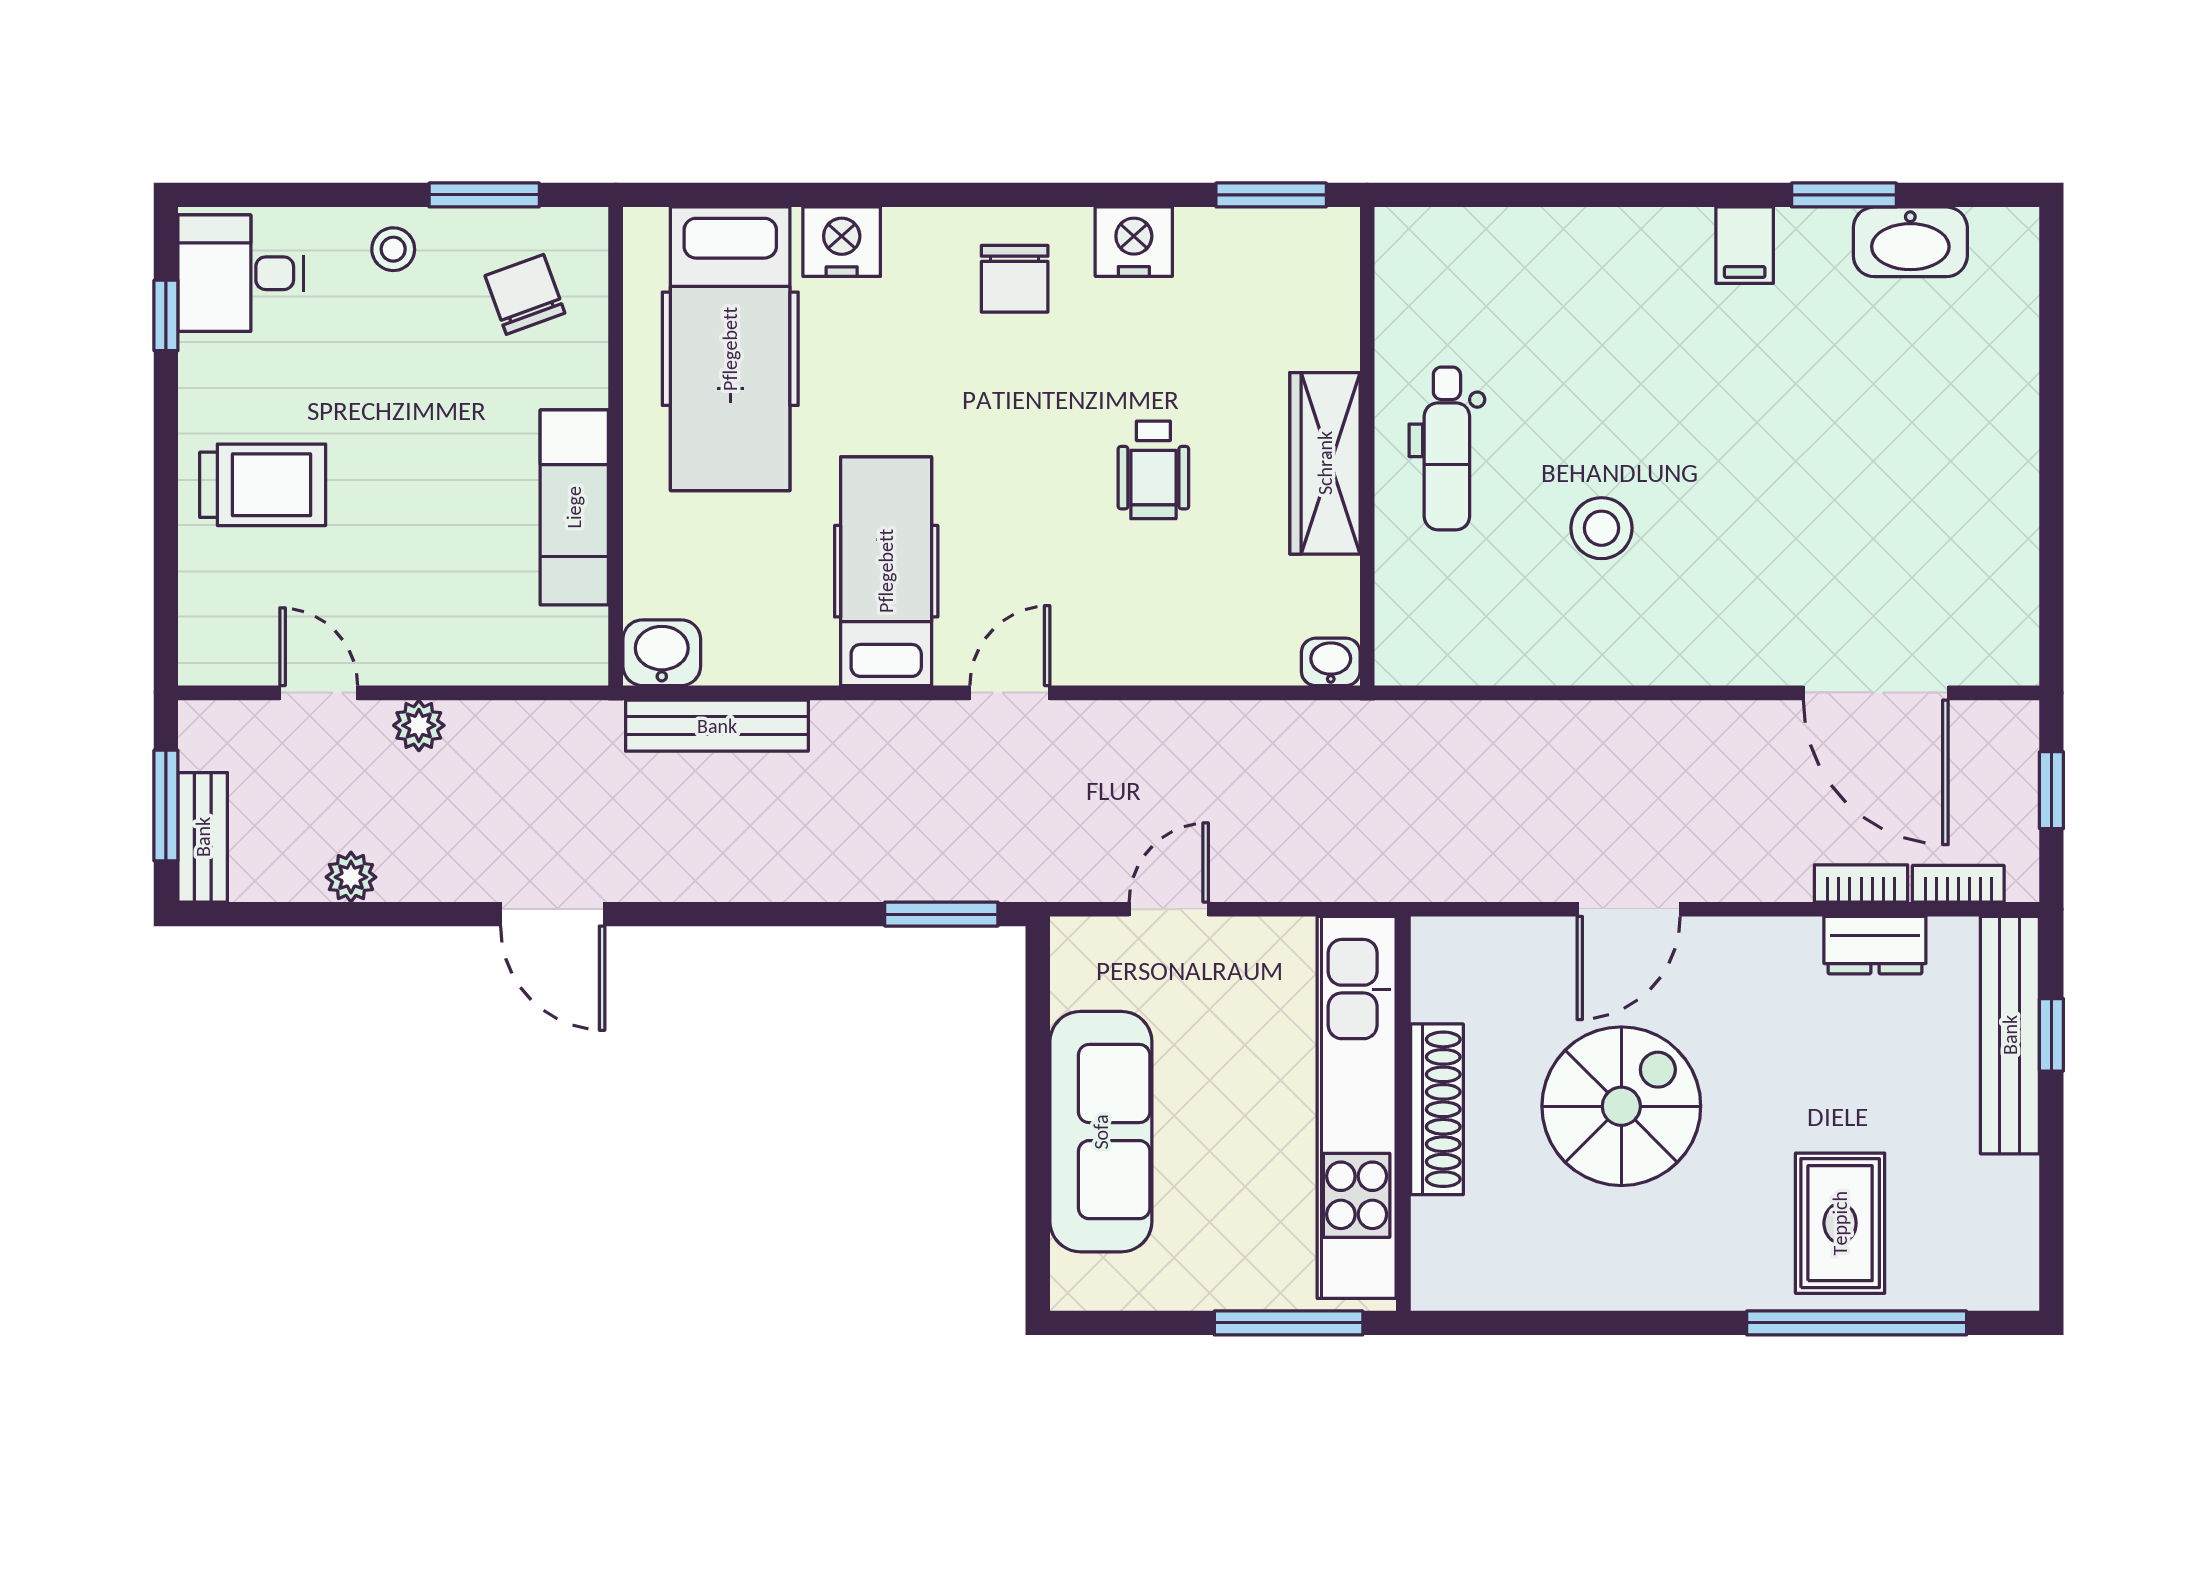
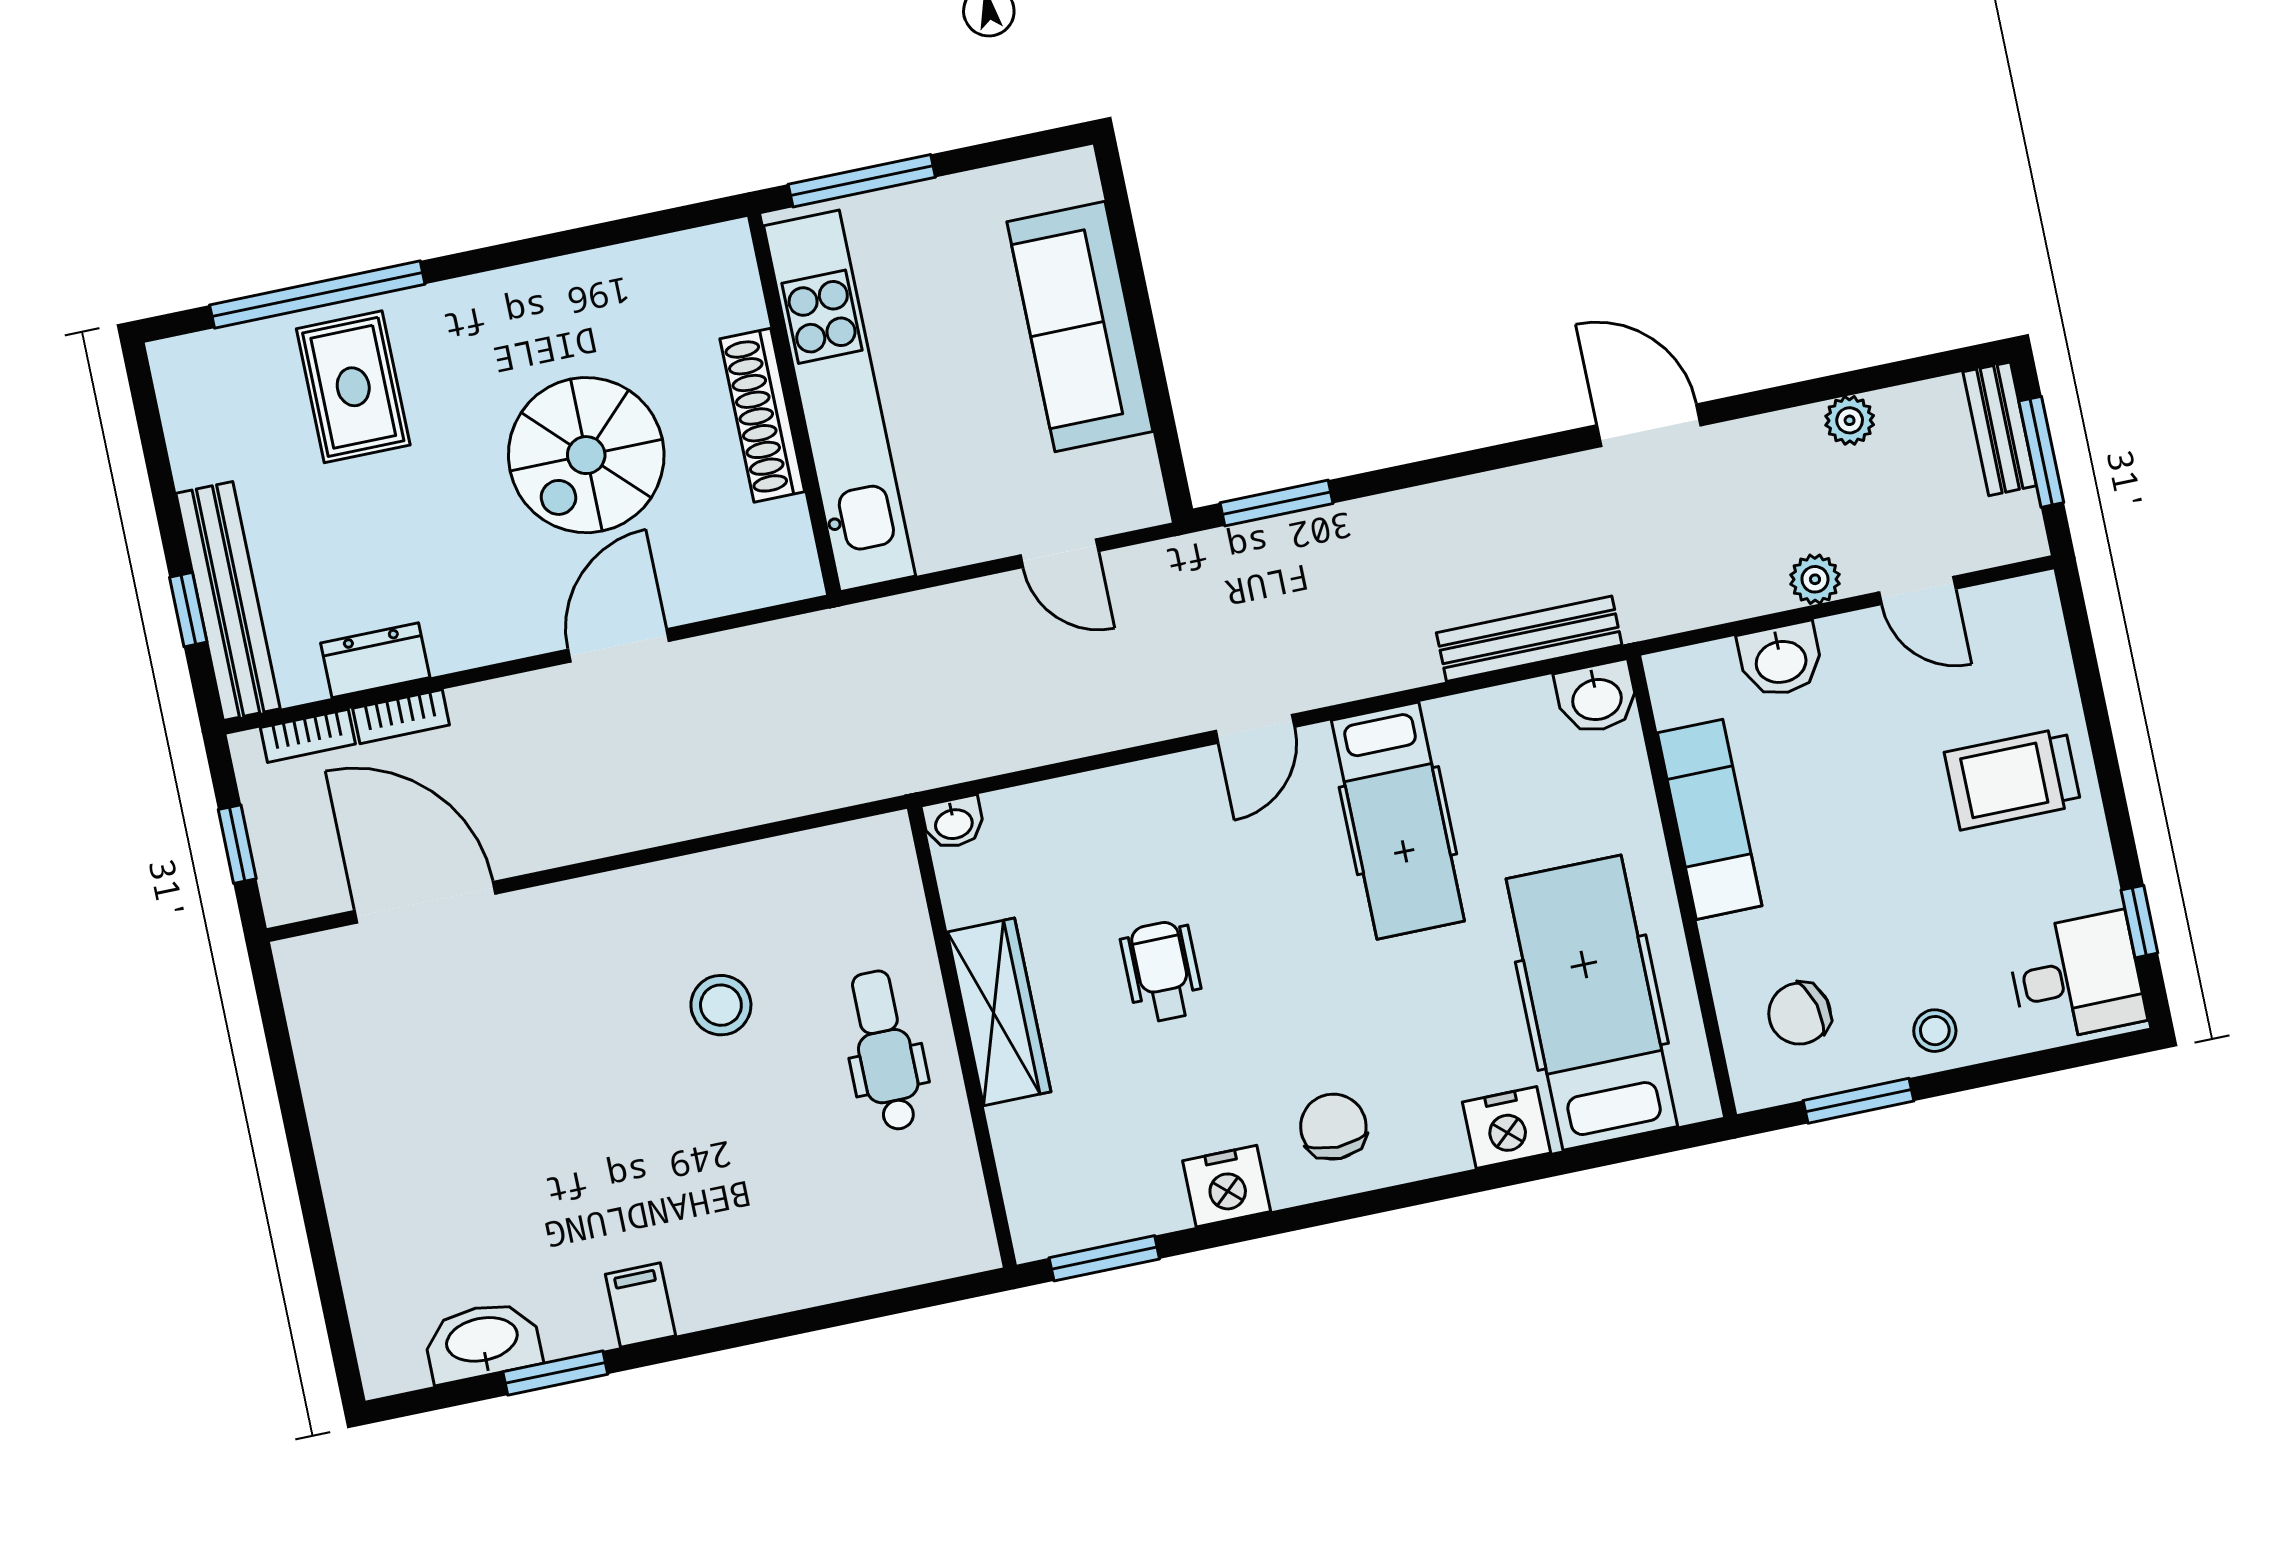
chair: (525, 294) -> (1800, 1014), turned 95
washbasin: (470, 652) -> (1781, 660), added
door: (1169, 909) -> (1059, 553), hinge flipped

